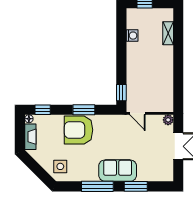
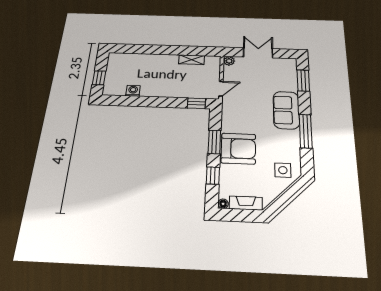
shelving: (168, 33) -> (192, 60), moved
window: (43, 110) -> (213, 175), moved
armchair: (78, 130) -> (238, 149), turned -90
window: (136, 186) -> (303, 81), moved

